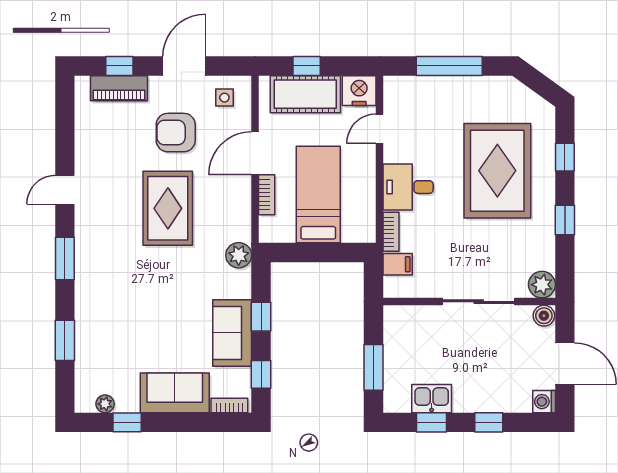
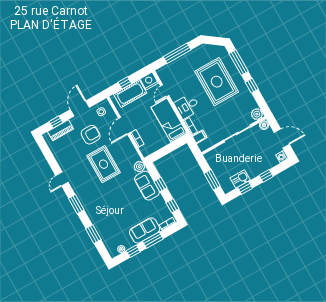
armchair: (176, 133) -> (91, 135), turned 180
window: (565, 157) -> (239, 63), width x2.17
bed: (318, 195) -> (169, 120), moved
sofa: (232, 333) -> (147, 186), moved
window: (181, 422) -> (153, 240), added

